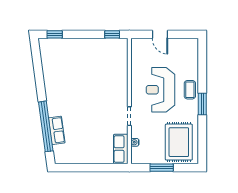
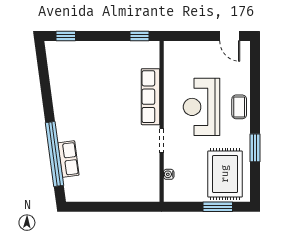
door: (160, 34) -> (230, 36), moved
window: (202, 104) -> (255, 148), moved
row of seats: (121, 149) -> (151, 97), moved, width x1.48
window: (162, 168) -> (218, 207), moved

